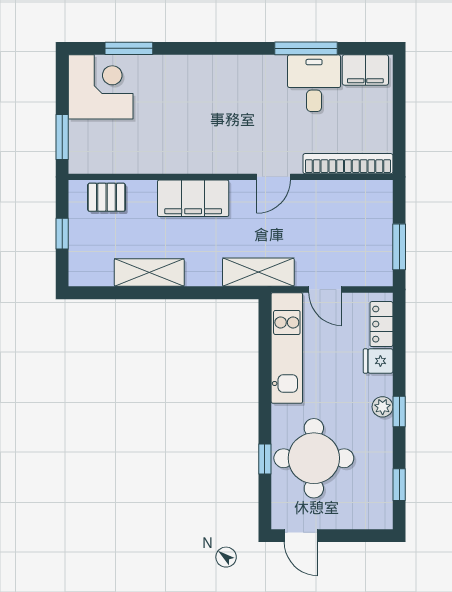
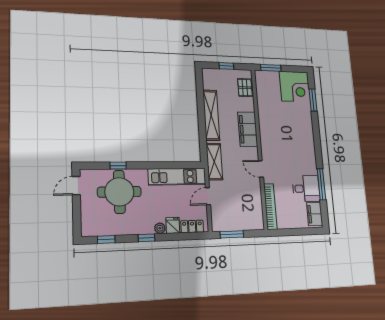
shelving: (149, 273) -> (211, 115), width x1.47
plant: (383, 407) -> (160, 228), moved

